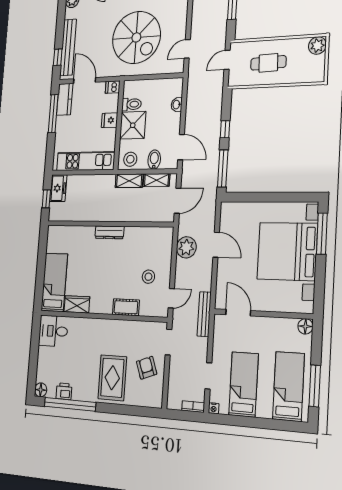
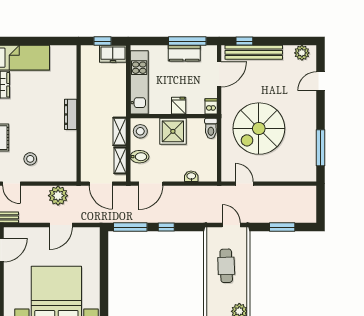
kitchen counter: (65, 99) -> (184, 53), moved
toilet: (132, 104) -> (211, 128), moved

